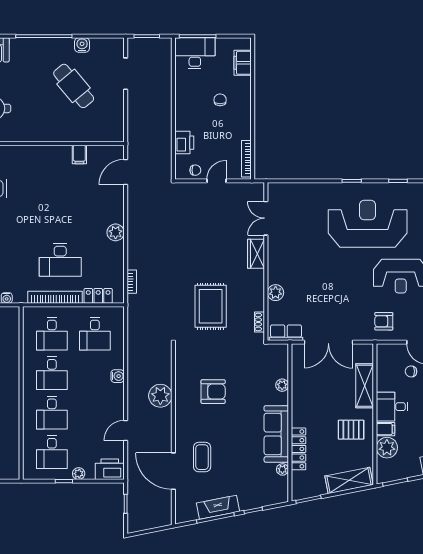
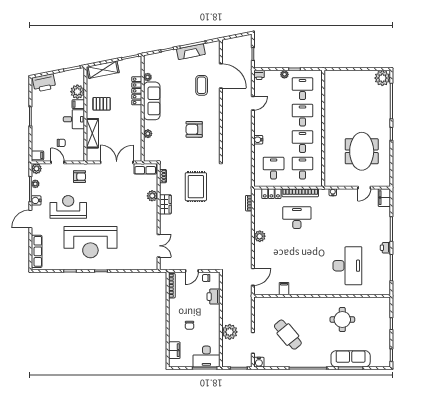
water cooler: (82, 45) -> (259, 362), moved
wardrobe: (256, 254) -> (165, 204), moved
plant: (160, 396) -> (230, 332), moved
printer: (110, 469) -> (259, 75), width x0.53, depth x0.68

